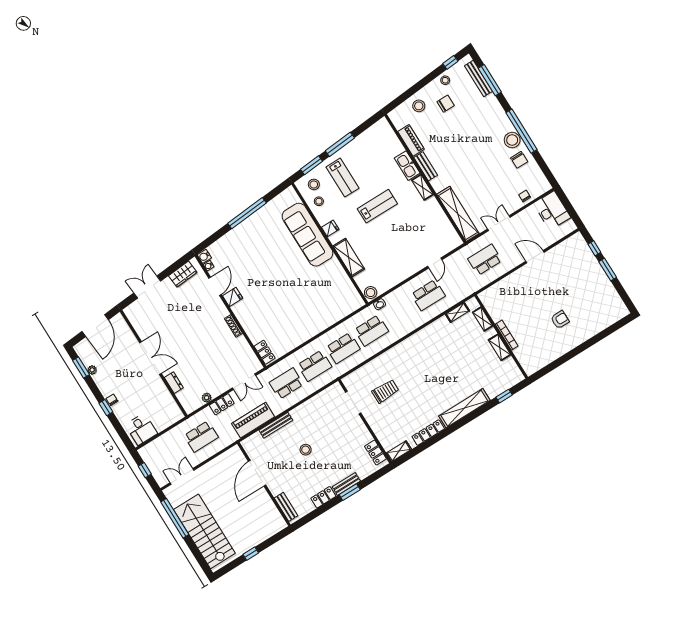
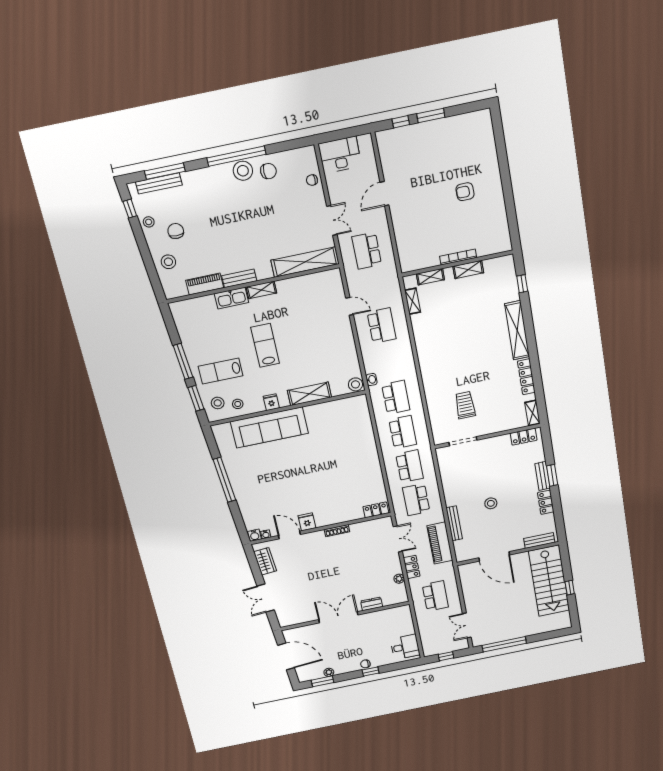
lab bench: (342, 178) -> (221, 371), turned 180
double door: (499, 223) -> (332, 220), swing flipped
armchair: (560, 320) -> (465, 192), turned -90
stairs: (204, 531) -> (549, 581), moved, turned -90

